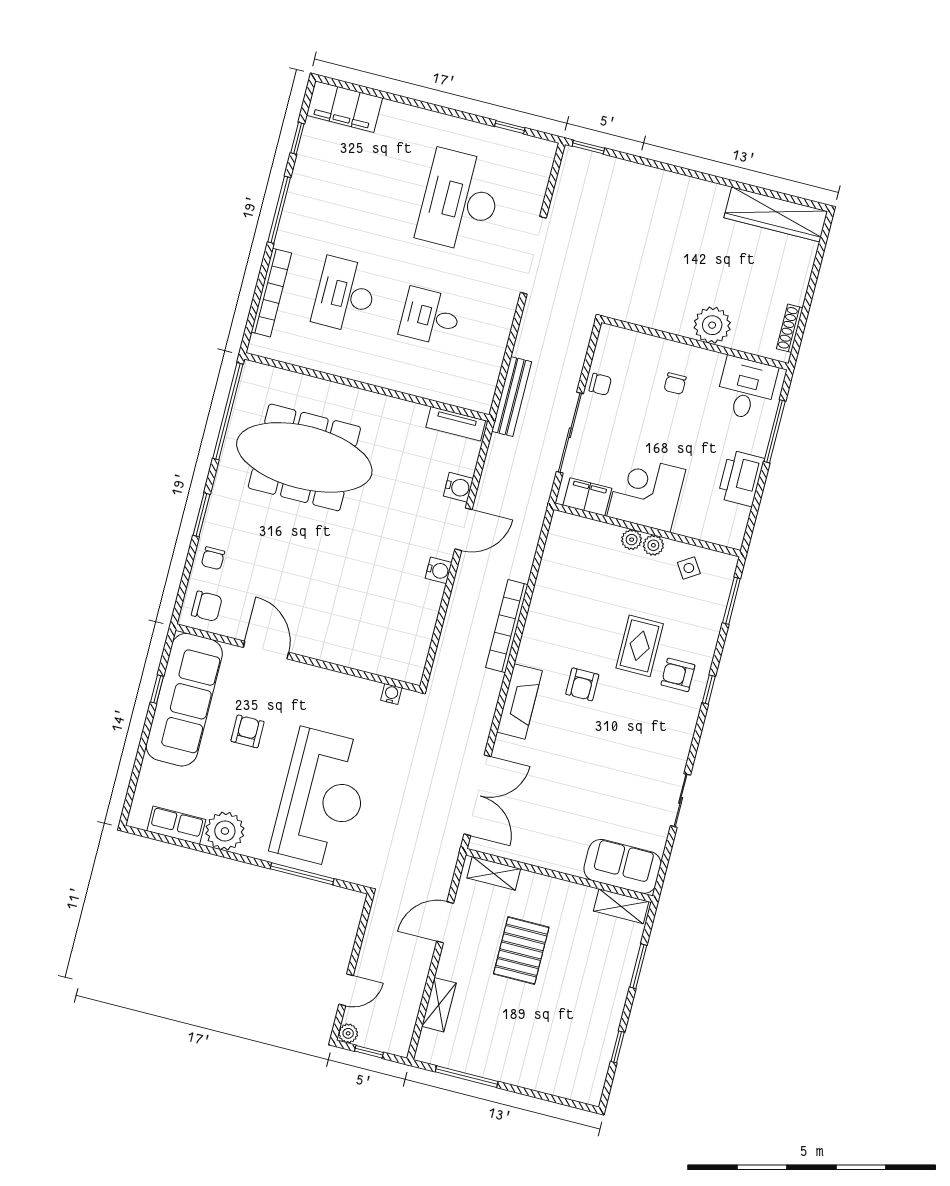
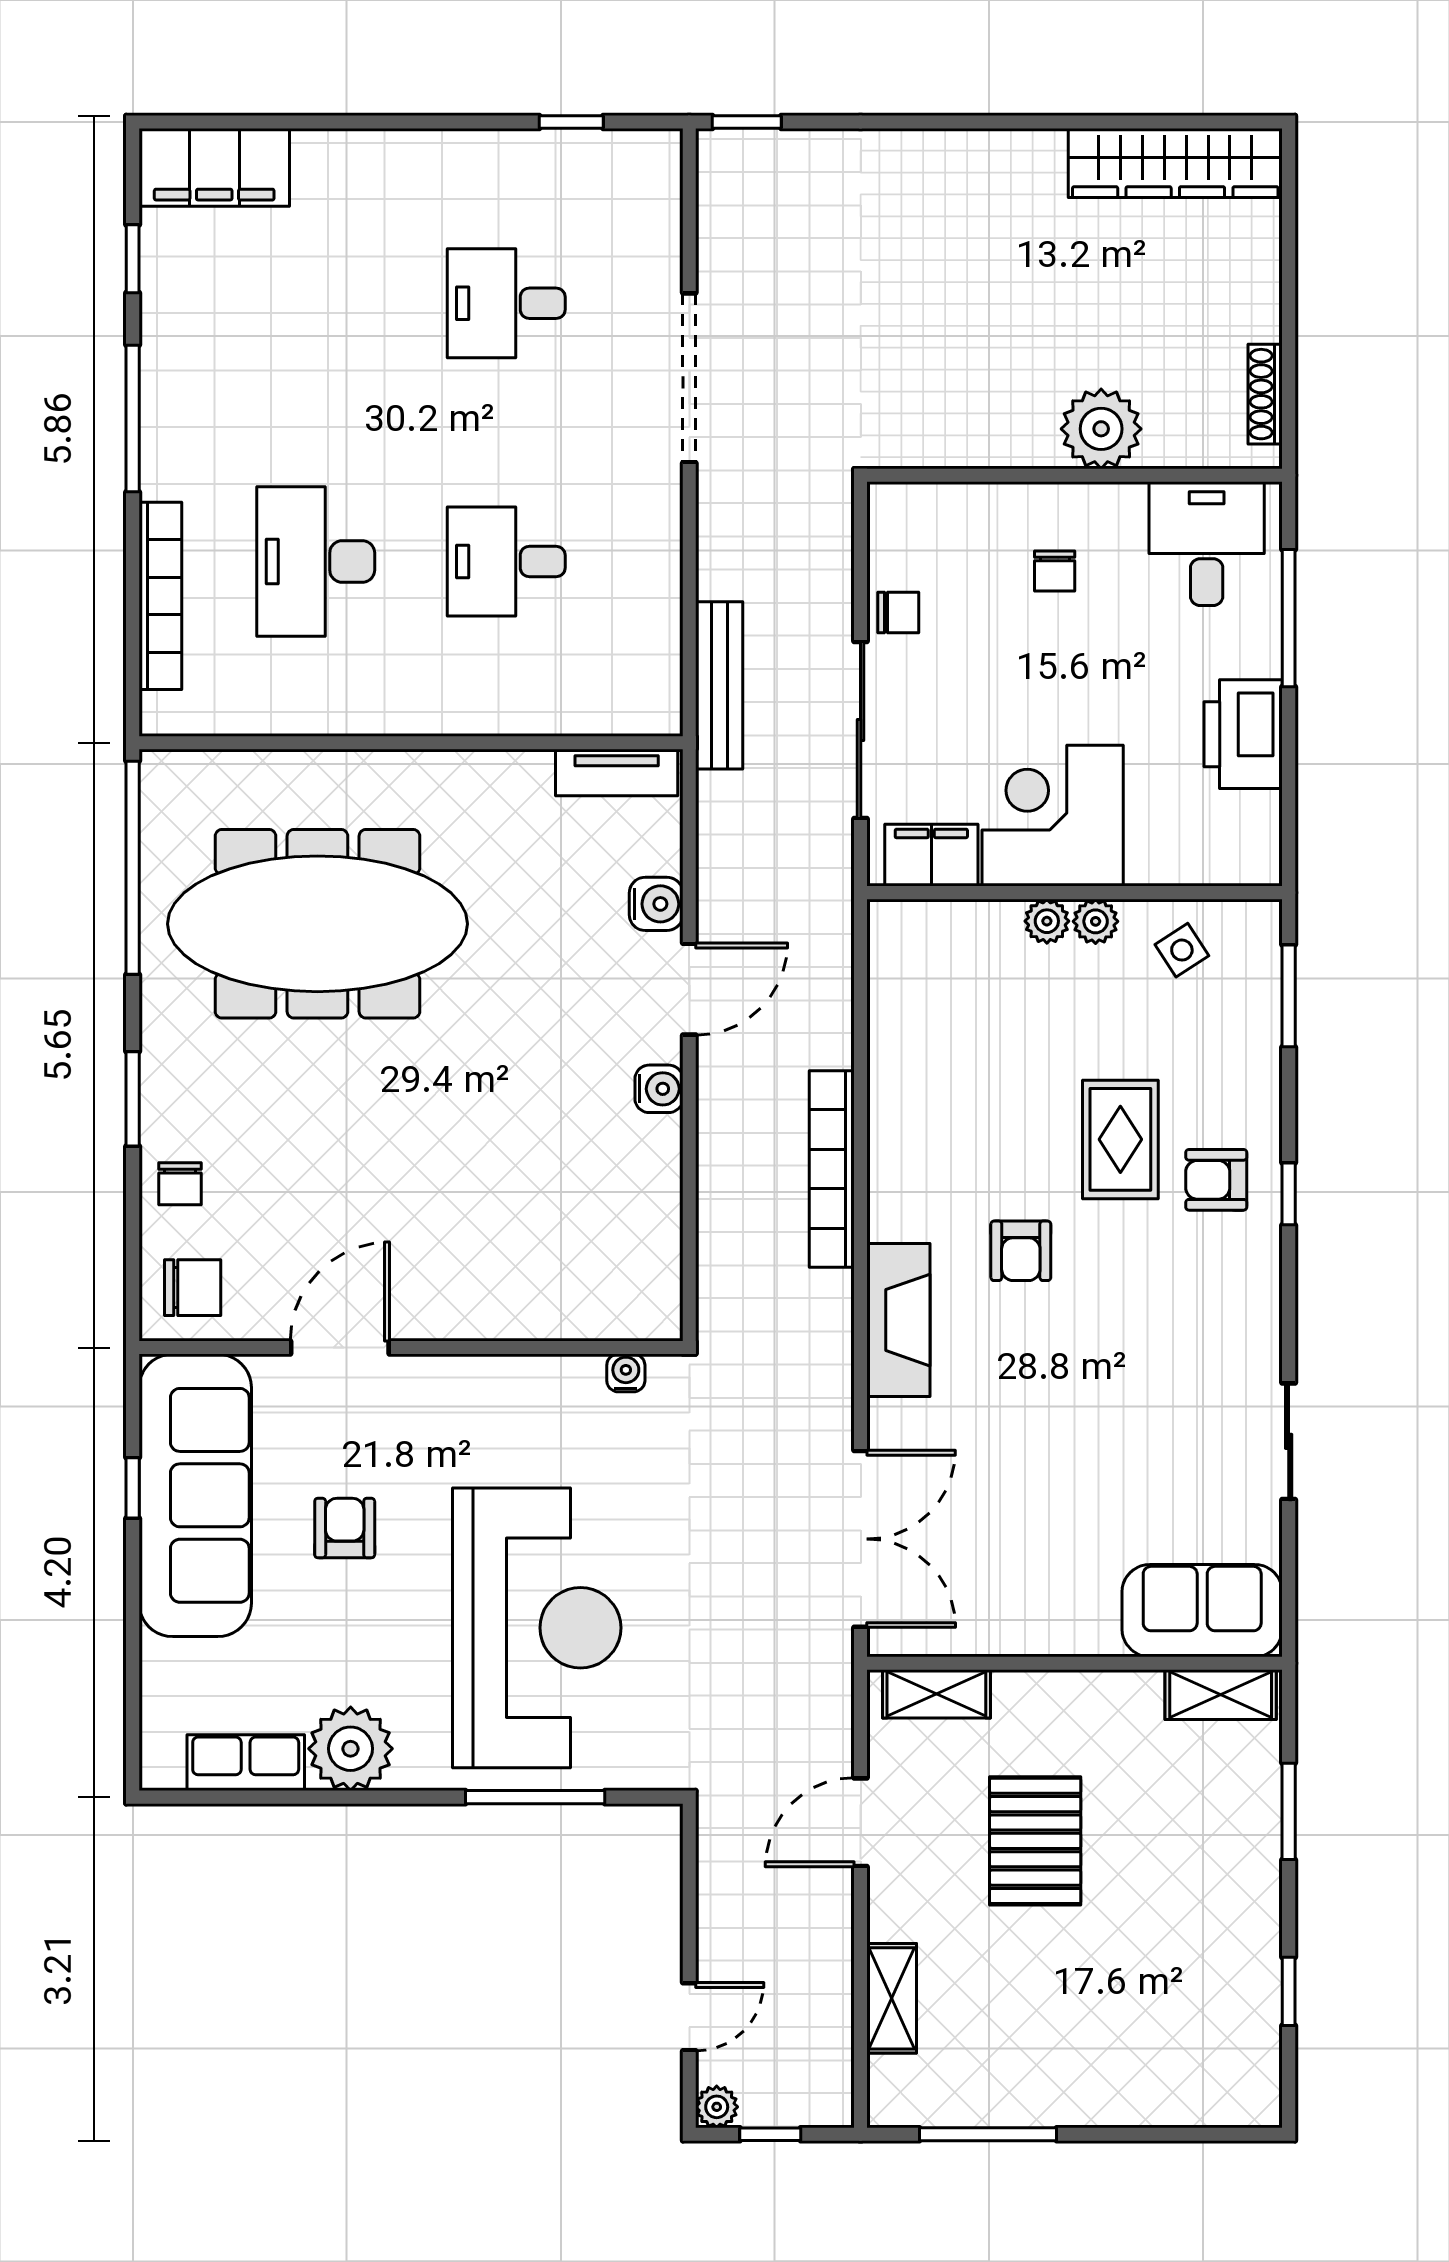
desk: (460, 201) -> (506, 303), width x0.53, depth x0.77
door: (266, 650) -> (340, 1348), hinge flipped

